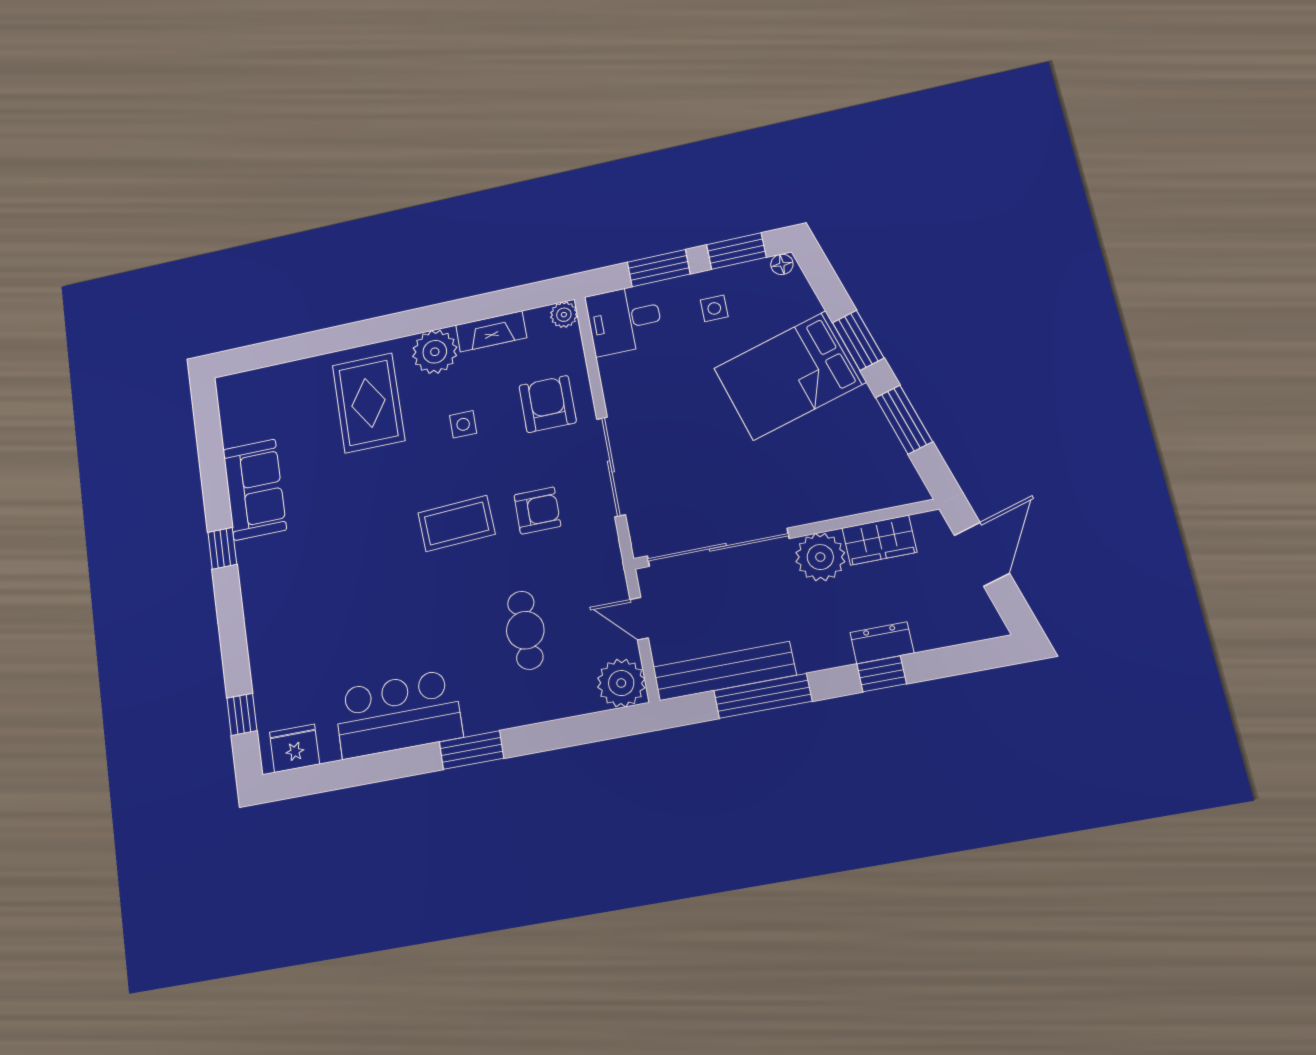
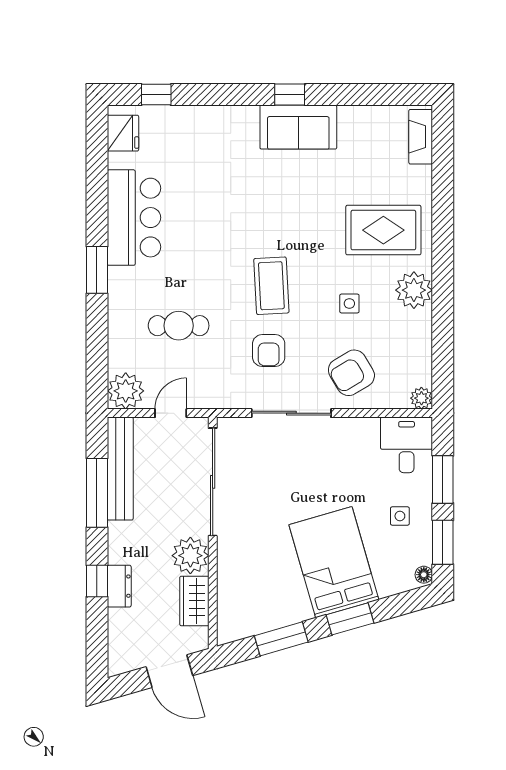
fireplace: (491, 331) -> (421, 137), moved
armchair: (548, 404) -> (351, 373), turned 149
sofa: (255, 490) -> (298, 127), moved

